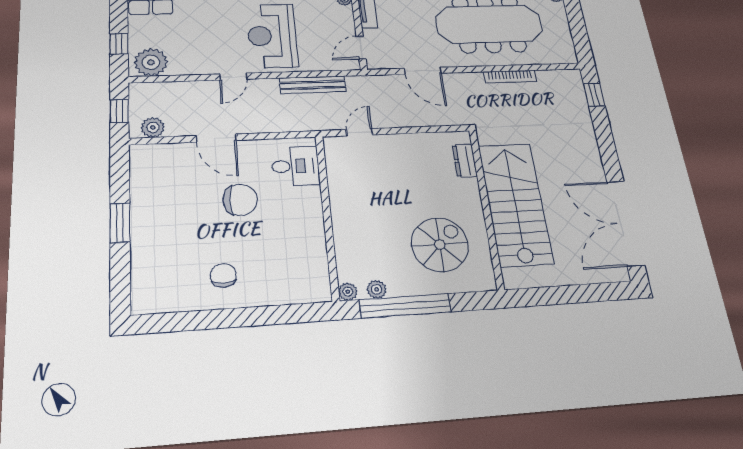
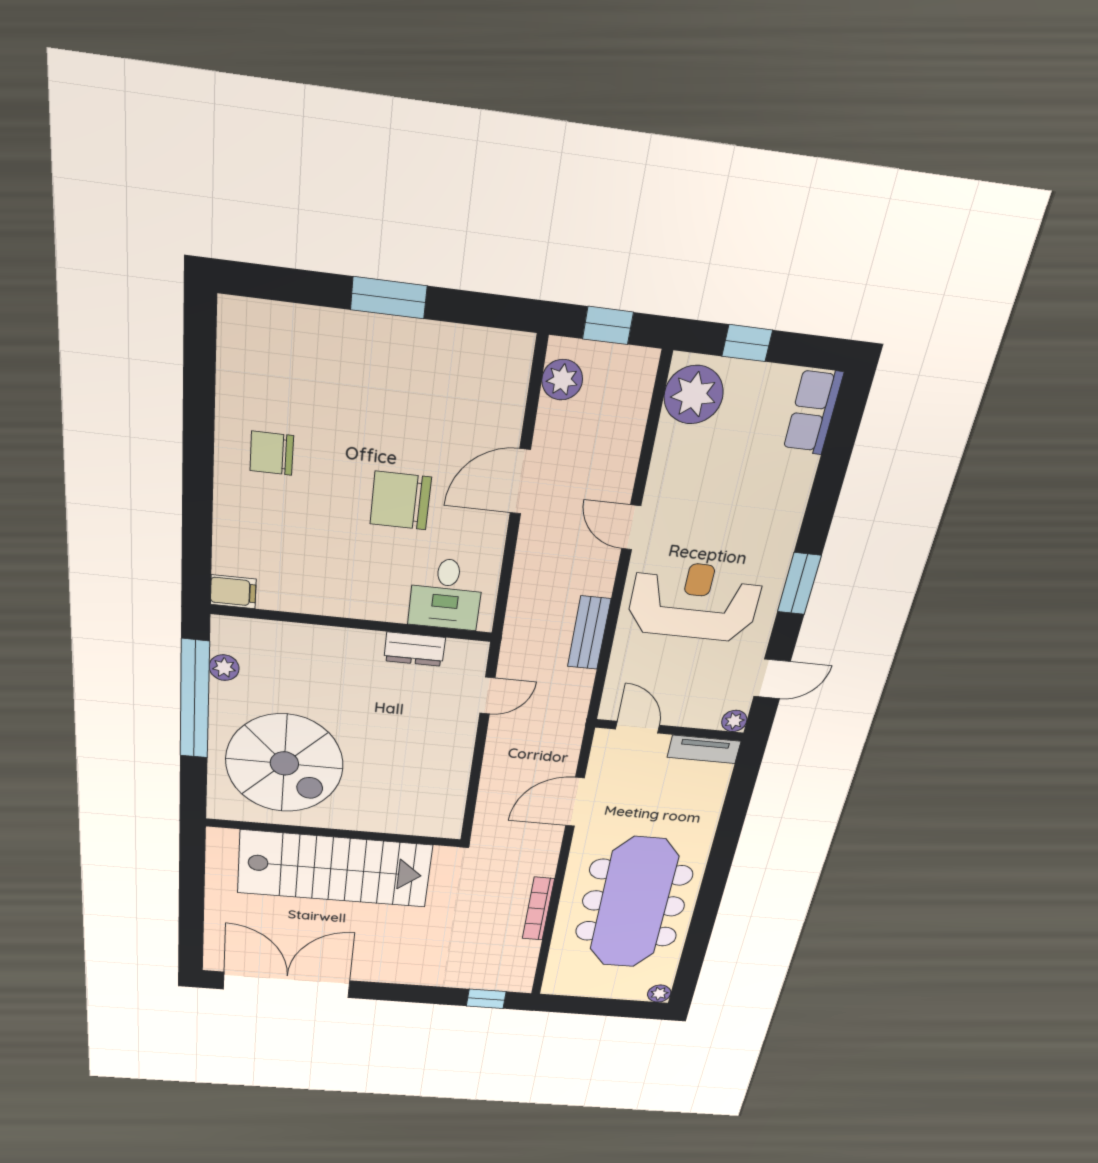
bench: (313, 85) -> (589, 633), width x0.73
door: (359, 132) -> (487, 696), hinge flipped
dresser: (465, 161) -> (415, 649), moved, turned 180
chair: (240, 200) -> (401, 501), turned 90
spiral stairs: (440, 245) -> (284, 763), width x1.37, depth x1.37
chair: (223, 275) -> (272, 453), turned 180
filing cabinet: (320, 289) -> (233, 592), added
plant: (348, 292) -> (225, 628), removed

